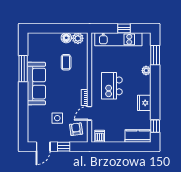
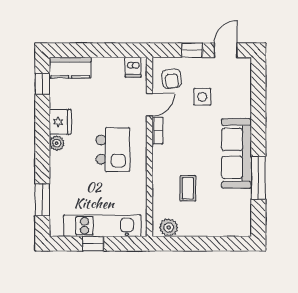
floor lamp: (66, 38) -> (188, 228), removed
plant: (146, 71) -> (57, 143), moved

